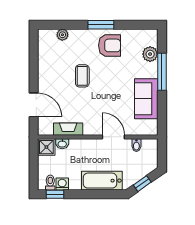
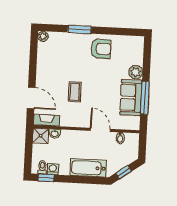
window: (101, 25) -> (79, 29), moved
plant: (62, 35) -> (43, 36), moved
plant: (150, 54) -> (136, 72), moved
window: (162, 72) -> (145, 98), moved
coffee table: (82, 76) -> (75, 92), moved
fireplace: (68, 129) -> (47, 120), moved

